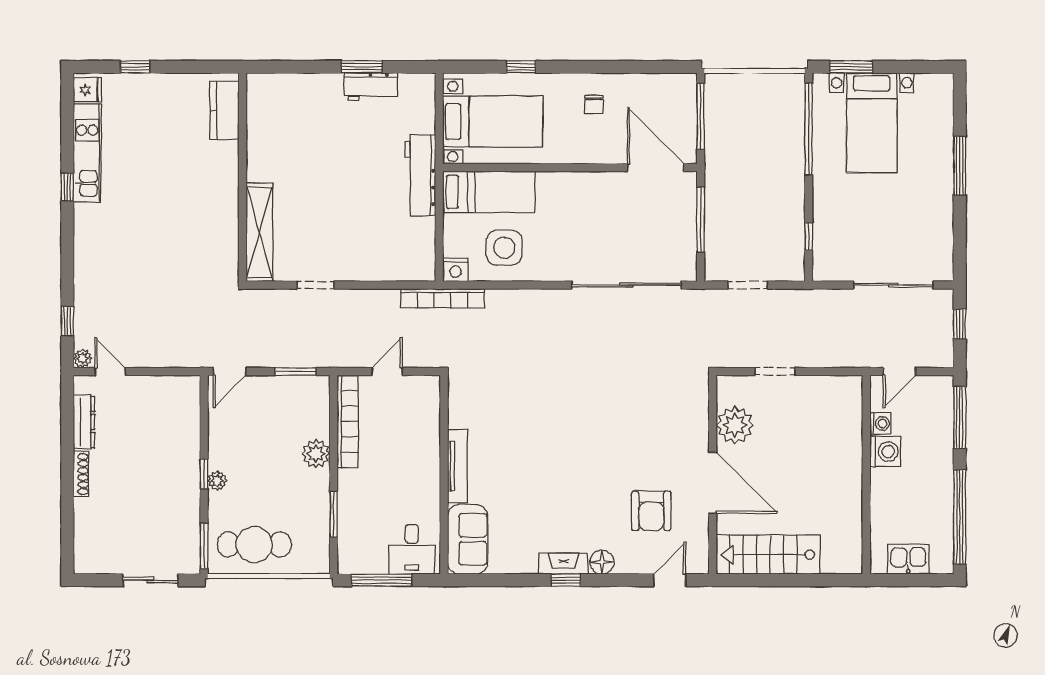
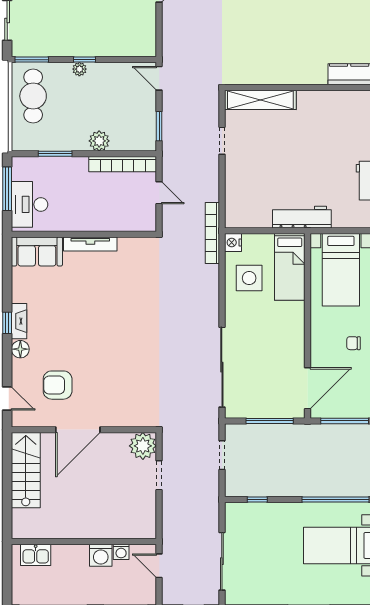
plant: (735, 425) -> (143, 446), moved
desk: (412, 549) -> (30, 204), width x1.37
kitchen sink: (908, 559) -> (36, 555), moved, turned 90

